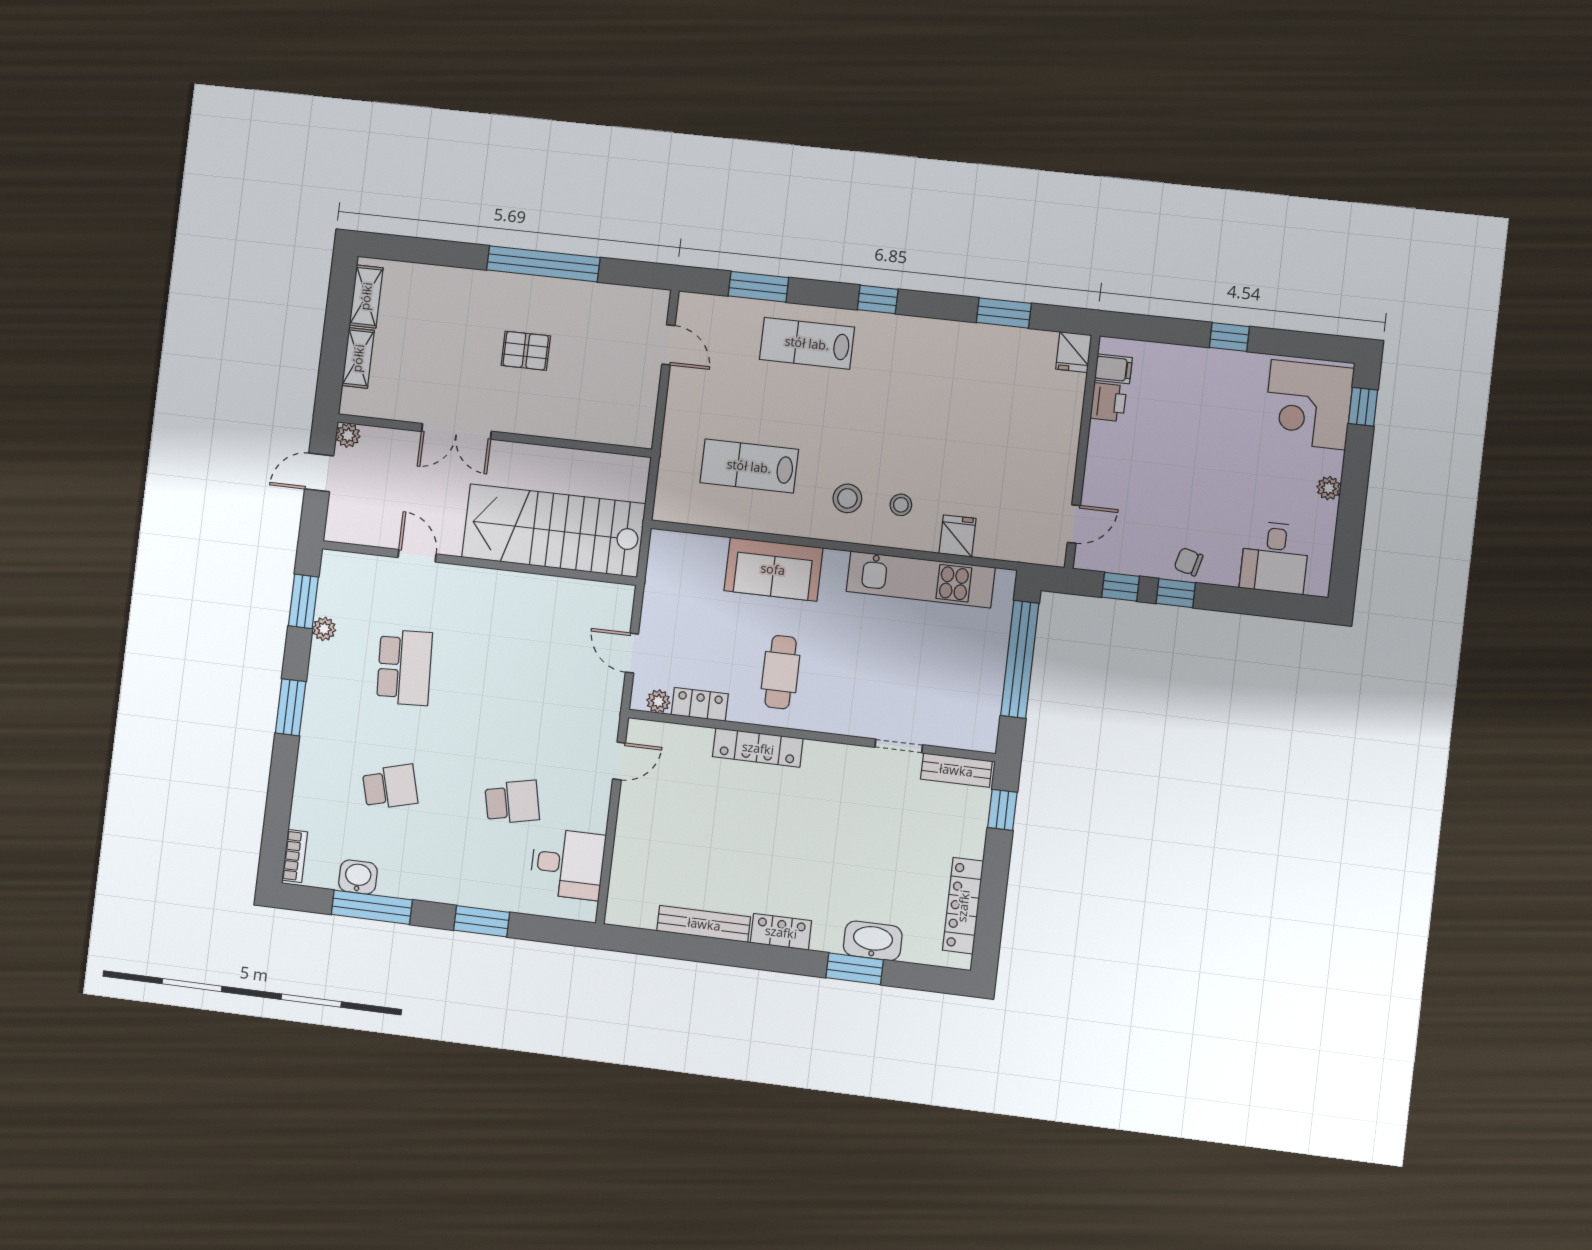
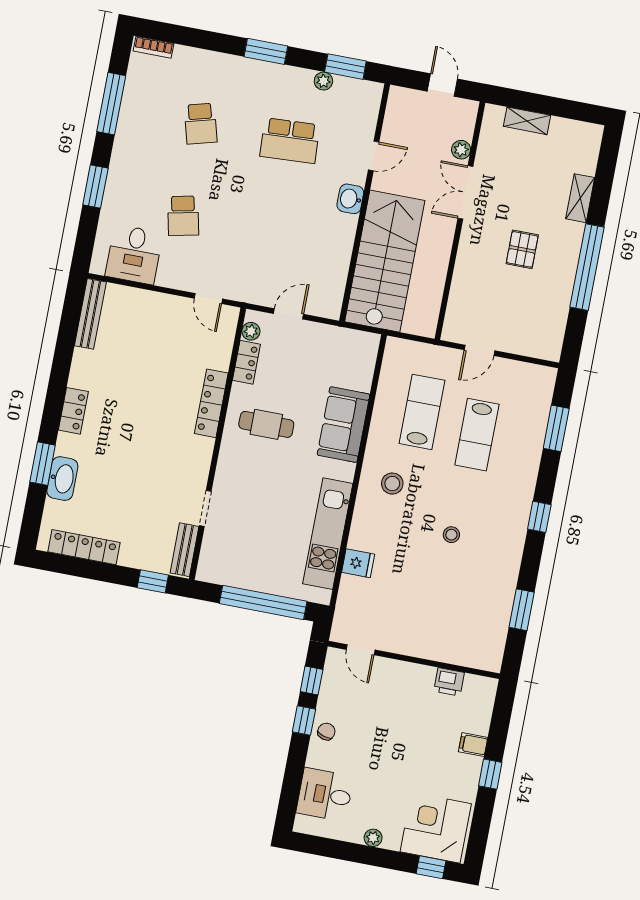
shelving: (366, 296) -> (580, 198), moved, turned 90
lab bench: (807, 343) -> (477, 435), moved, turned 180
door: (668, 345) -> (479, 350), moved
fridge: (1074, 352) -> (488, 659), removed
filing cabinet: (1113, 369) -> (473, 745), moved, turned 90
plant: (348, 435) -> (461, 150), moved
stool: (901, 505) -> (451, 535), moved
washbasin: (358, 877) -> (350, 199), moved, turned 180
bench: (704, 924) -> (90, 314), moved

